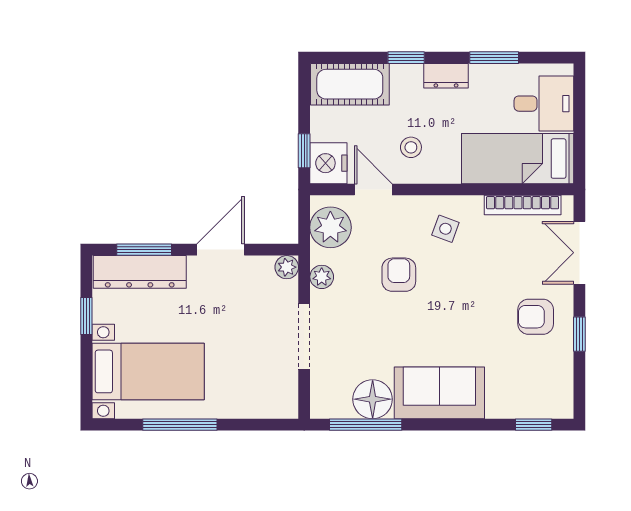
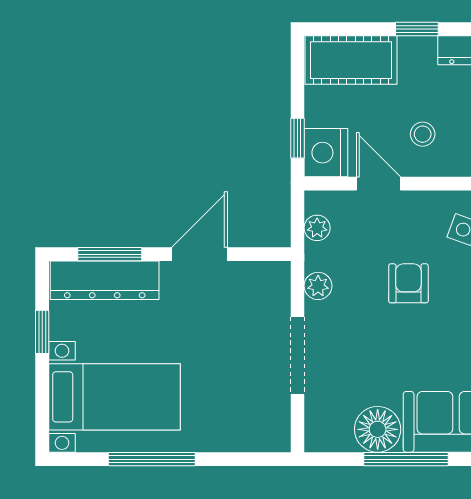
plant: (330, 227) -> (317, 228), width x0.53, depth x0.53
plant: (287, 267) -> (277, 275), removed
window: (366, 425) -> (406, 459), moved

